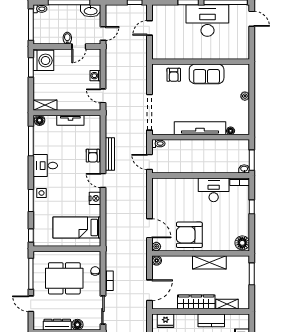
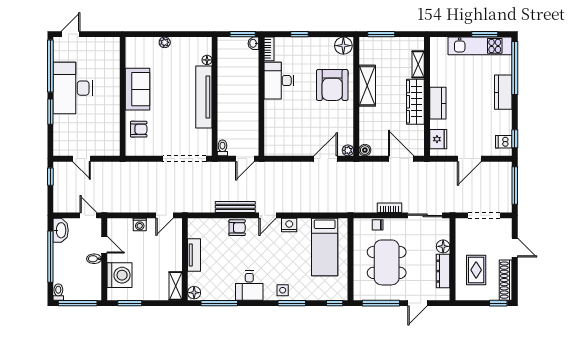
washing machine: (43, 60) -> (120, 275), moved, turned 90
armchair: (189, 235) -> (332, 85), moved
kitchen counter: (211, 320) -> (438, 103), moved

